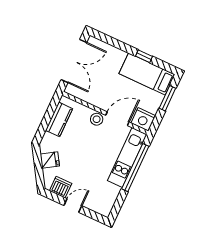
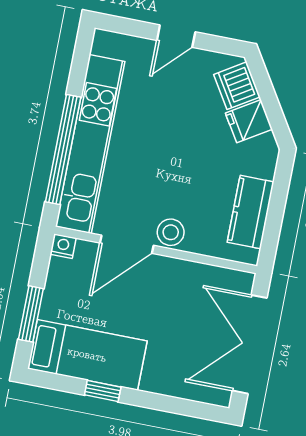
nightstand: (143, 119) -> (63, 246), width x0.53, depth x0.56
kitchen unit: (127, 157) -> (90, 144), width x1.36
dishwasher: (61, 187) -> (237, 86), moved, turned 58

